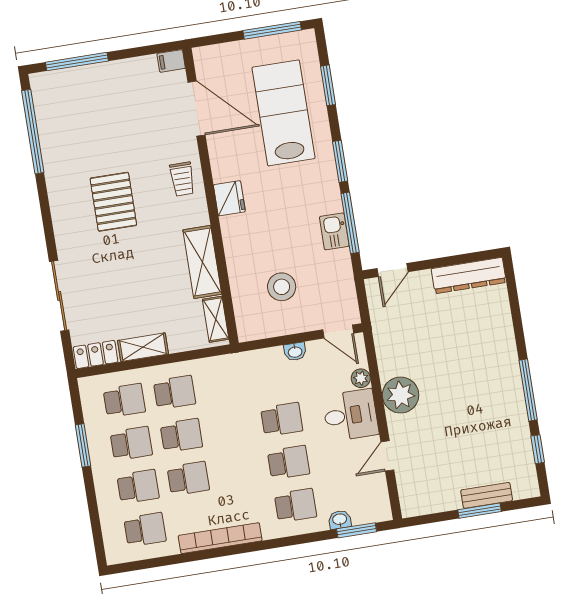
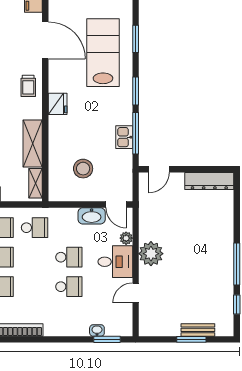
washbasin: (295, 352) -> (92, 216), width x1.91, depth x1.45
school desk: (295, 505) -> (35, 228), moved

